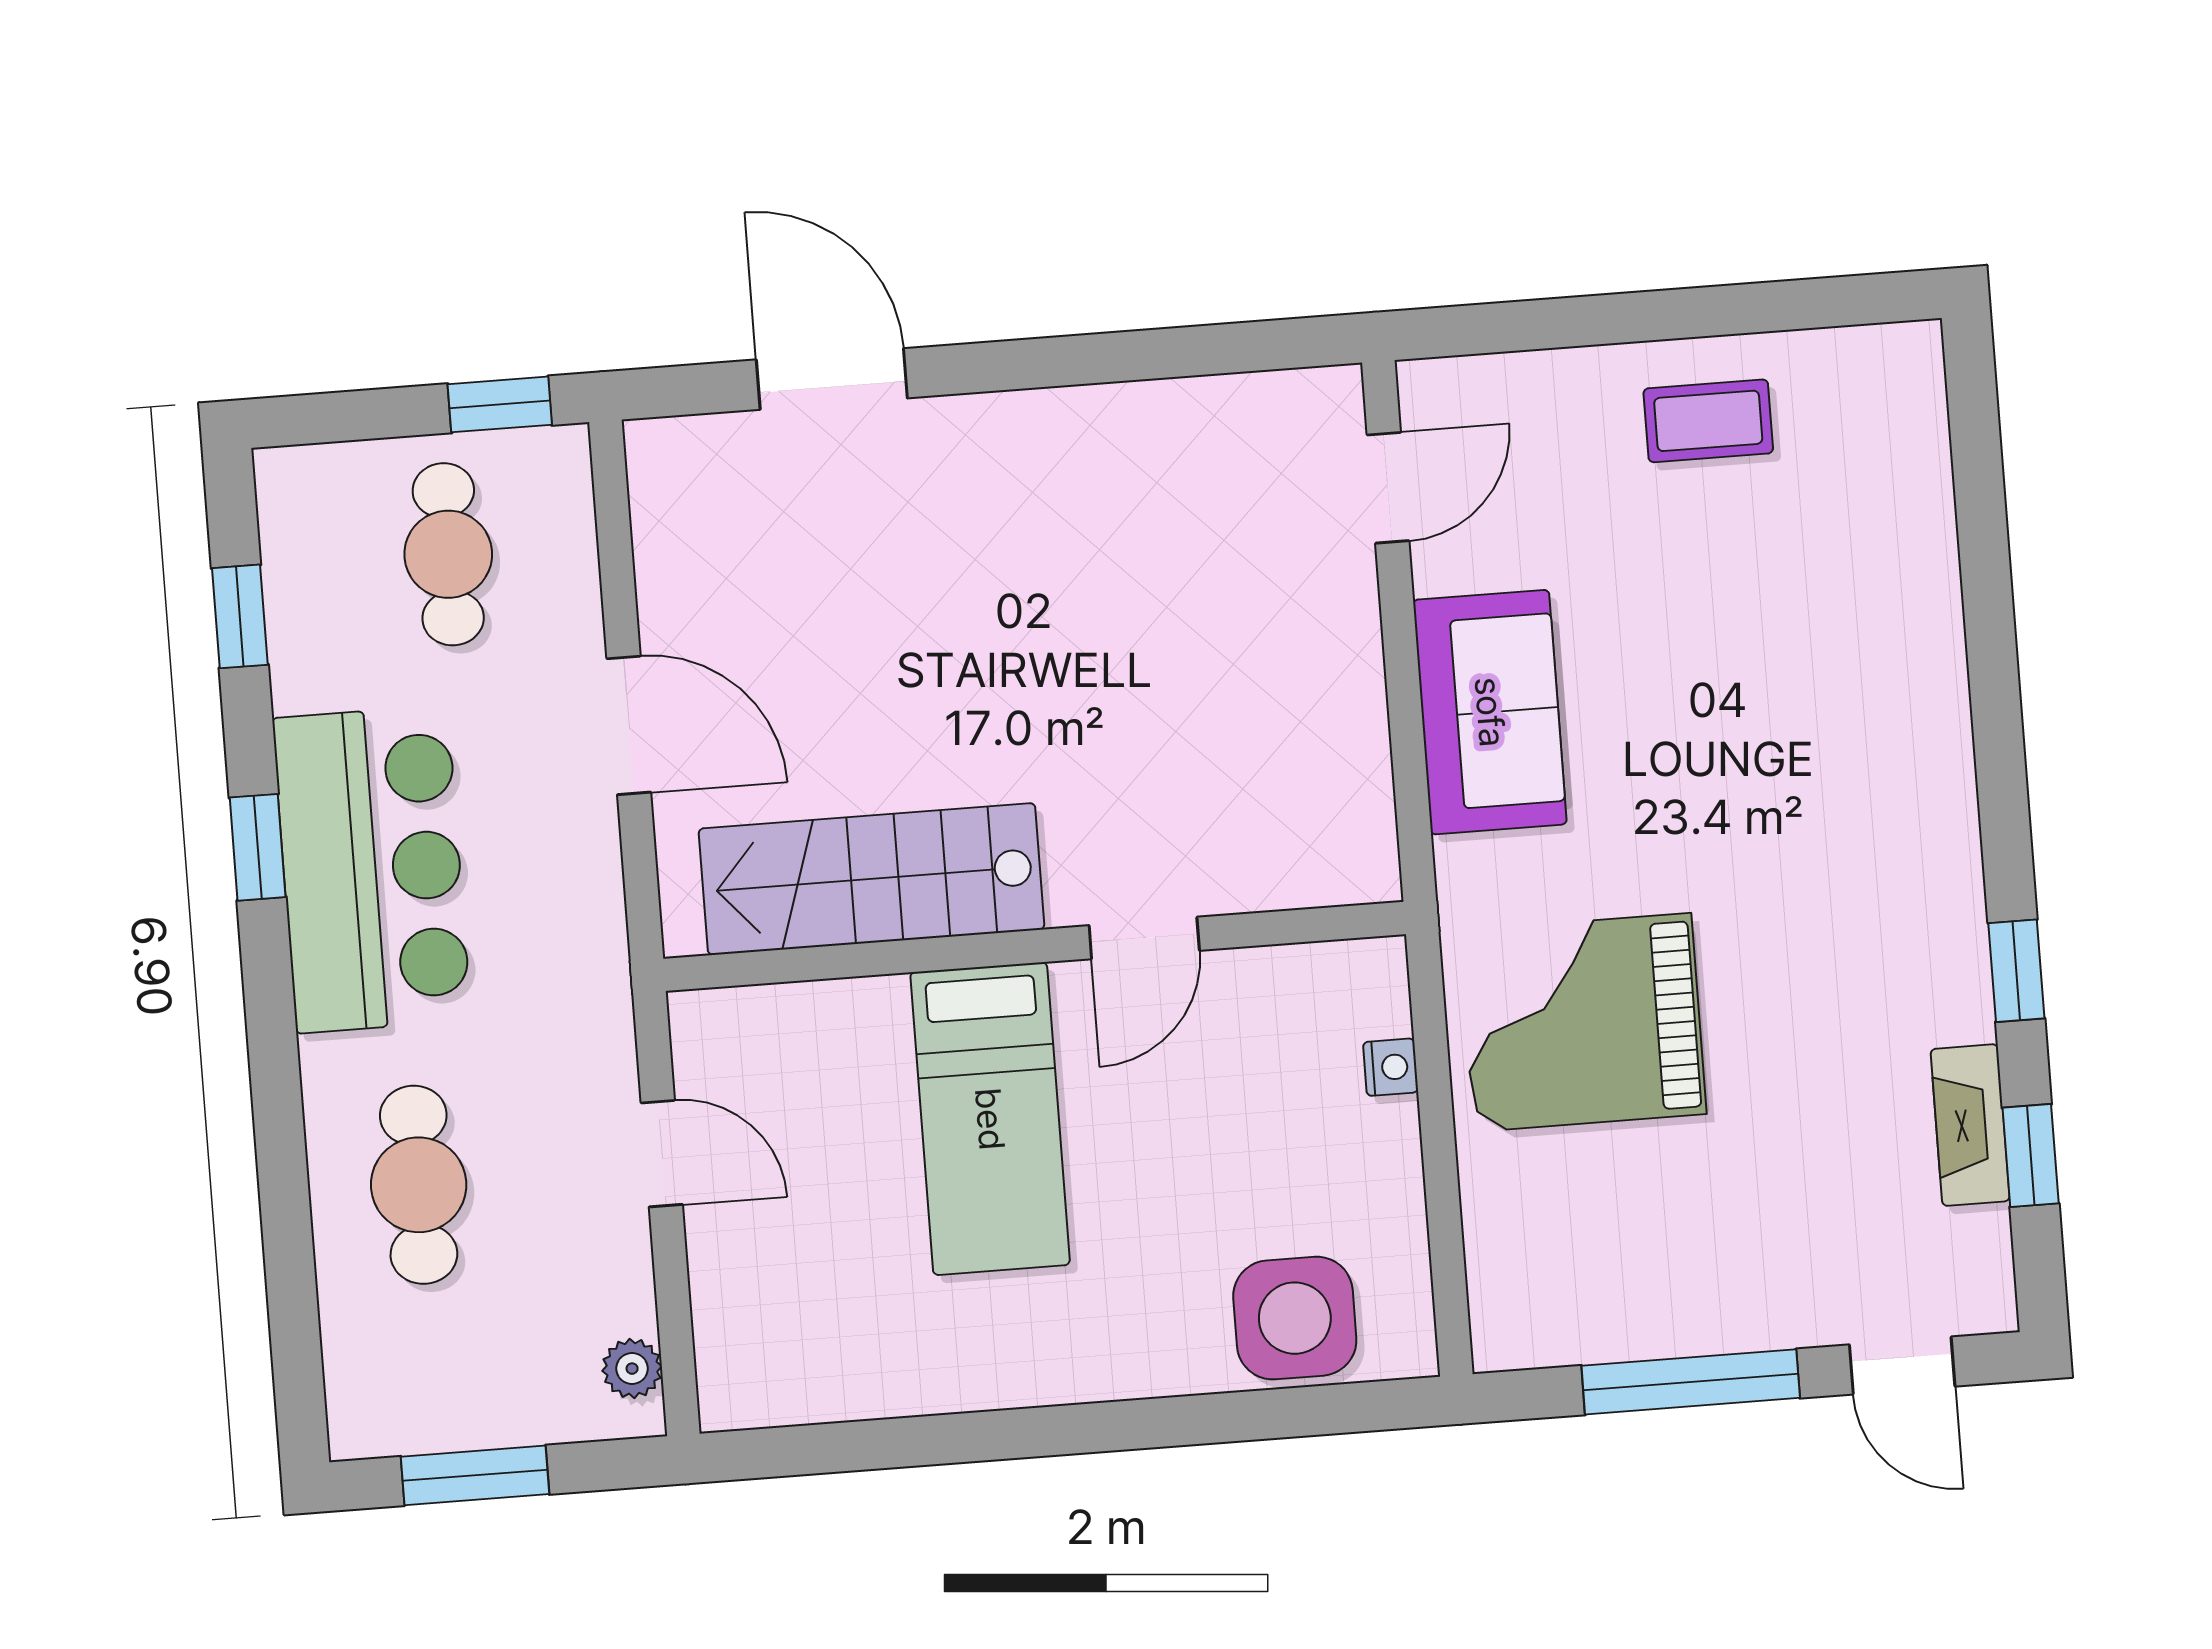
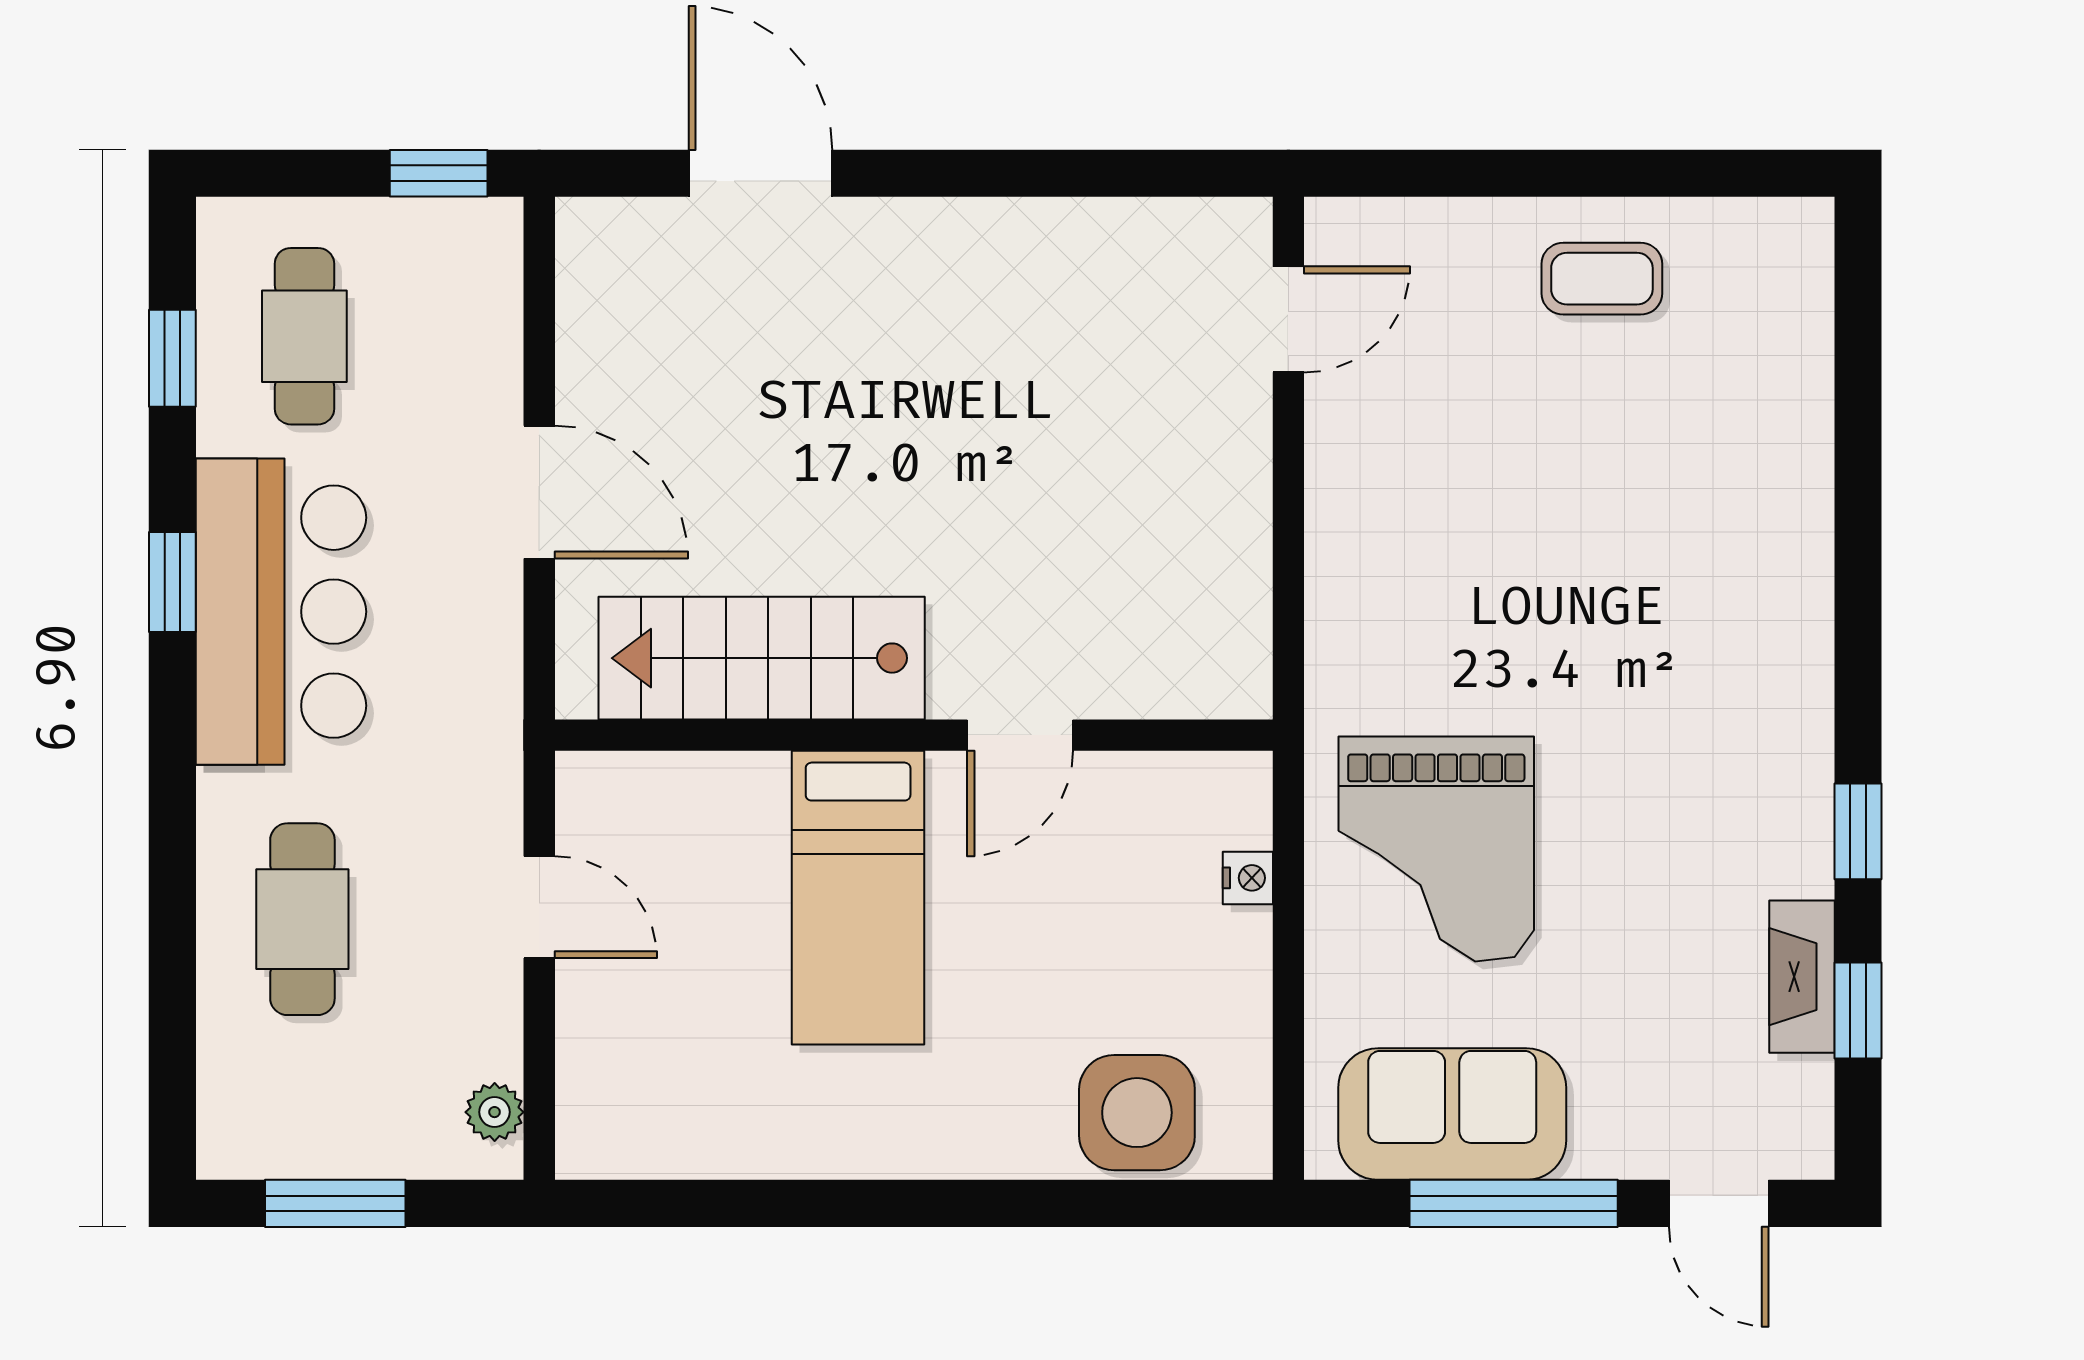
cafe table: (448, 554) -> (304, 336), moved
sofa: (1490, 712) -> (1452, 1114), moved, turned -90
grand piano: (1583, 1022) -> (1436, 849), turned -90

